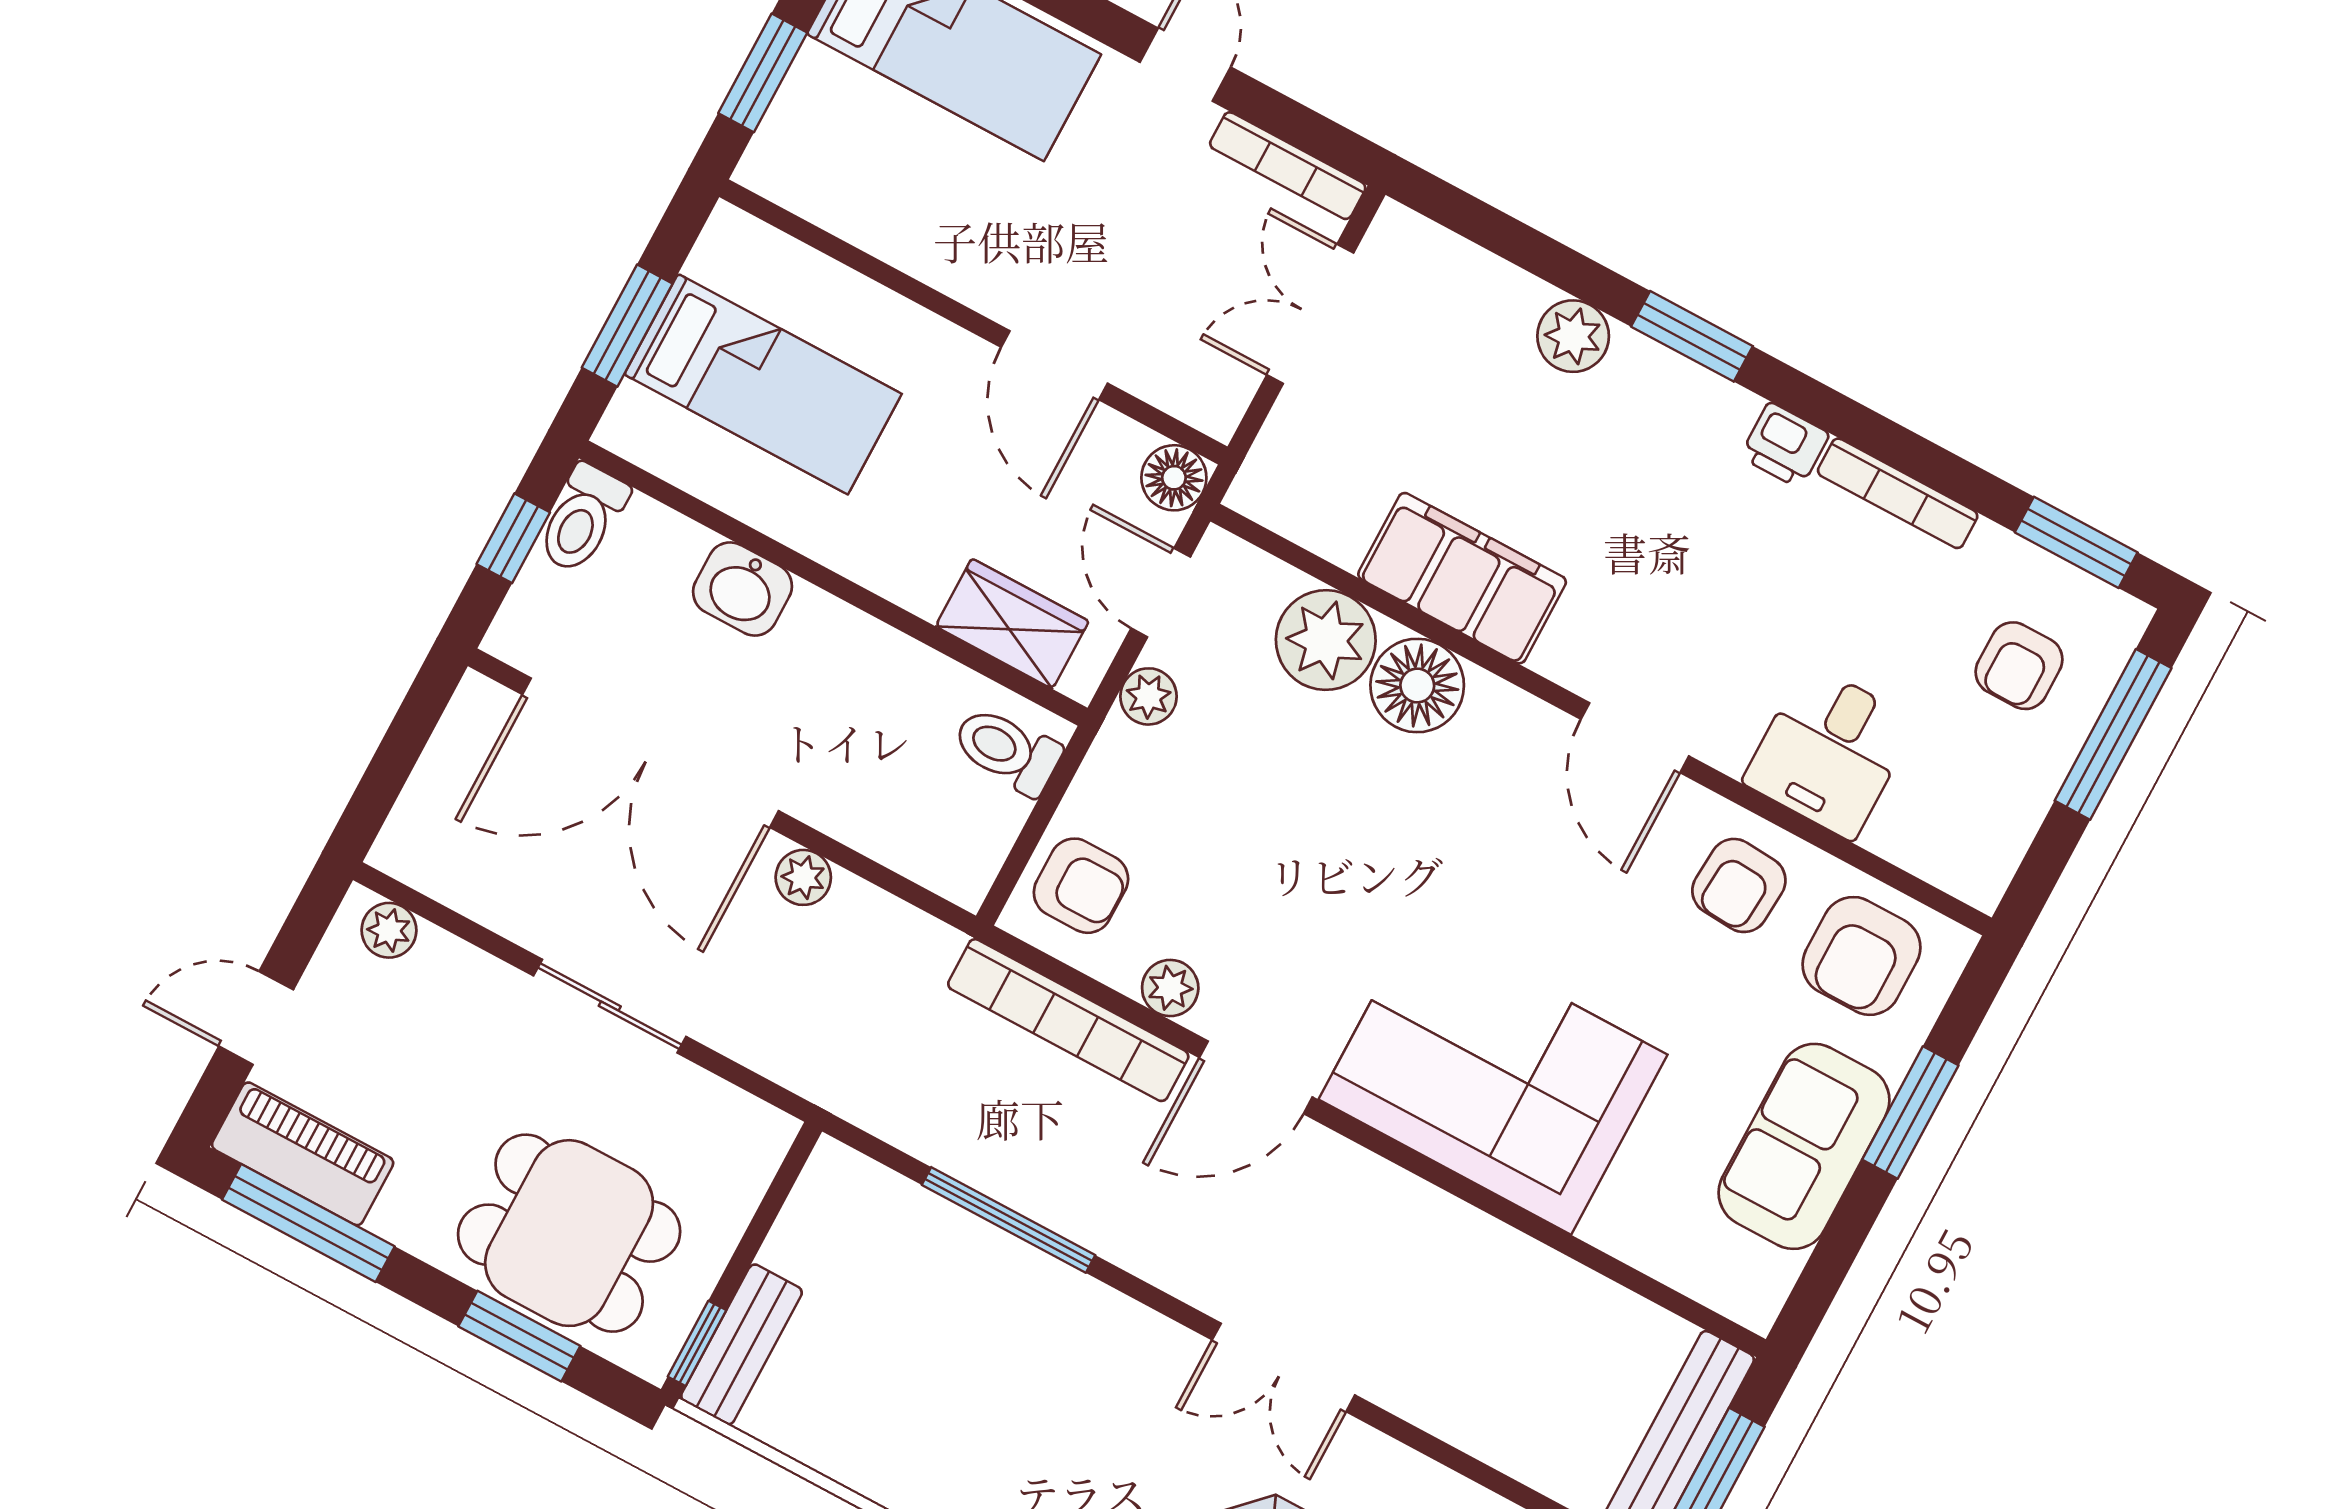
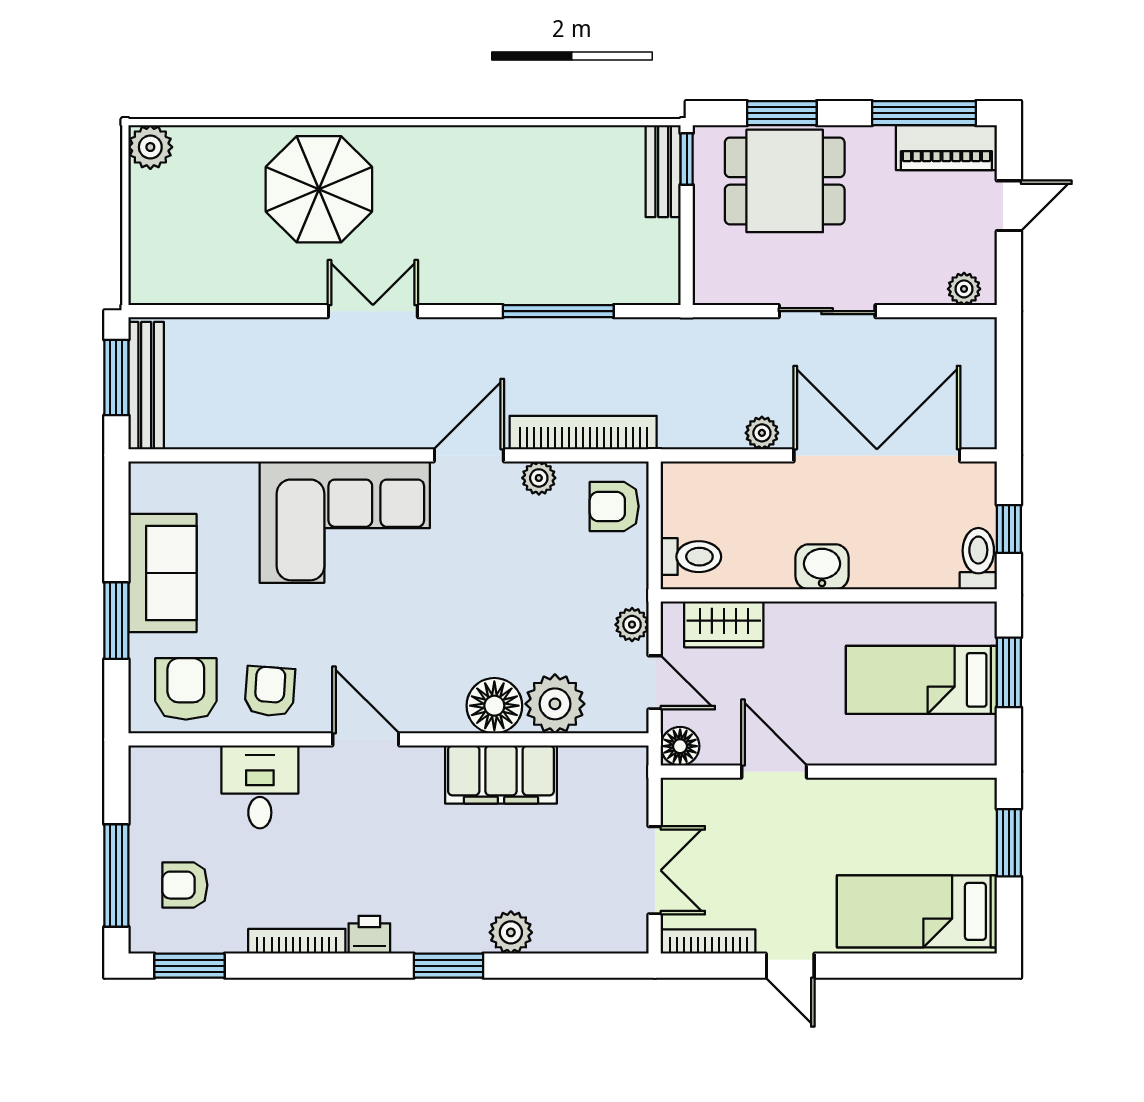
washbasin: (742, 589) -> (822, 567), moved
armchair: (2019, 666) -> (185, 885), turned -90

